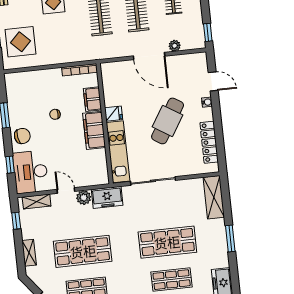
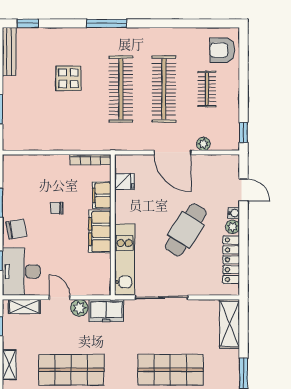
display table: (21, 42) -> (26, 120), removed
fridge: (114, 114) -> (124, 182), moved
plant: (207, 114) -> (233, 227), added

